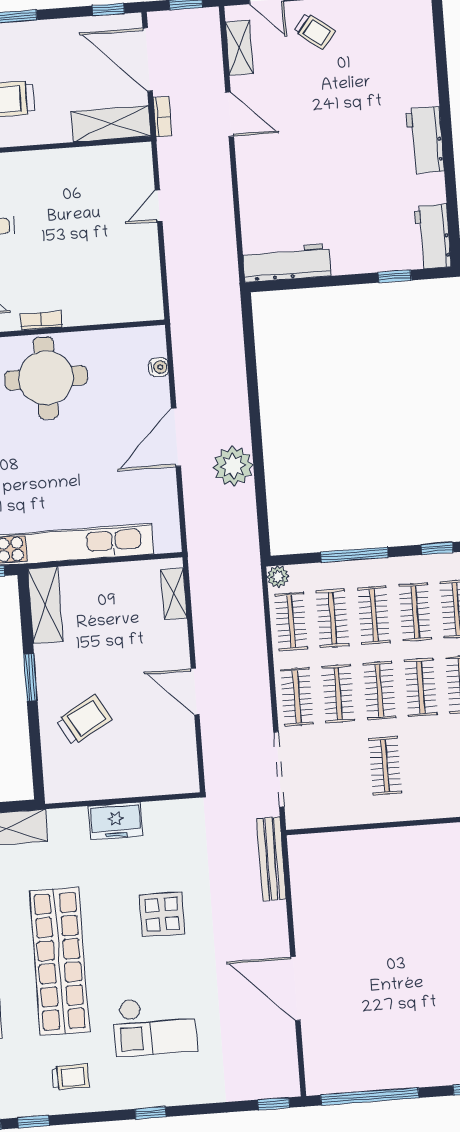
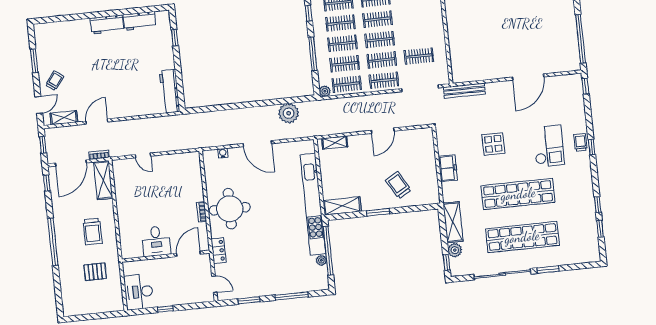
workbench: (433, 237) -> (140, 21), moved
plant: (233, 466) -> (289, 113), moved
clothes rail: (385, 766) -> (419, 56), moved
trolley: (70, 1077) -> (580, 142), moved

